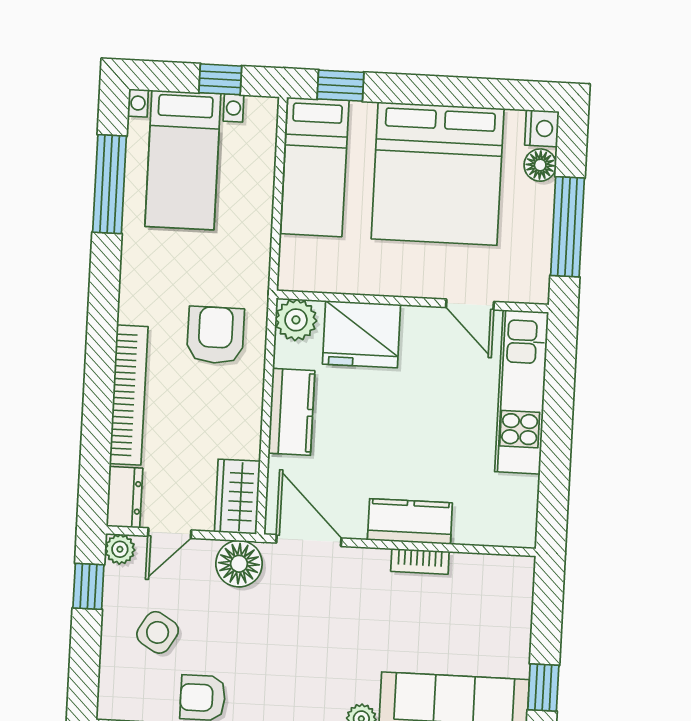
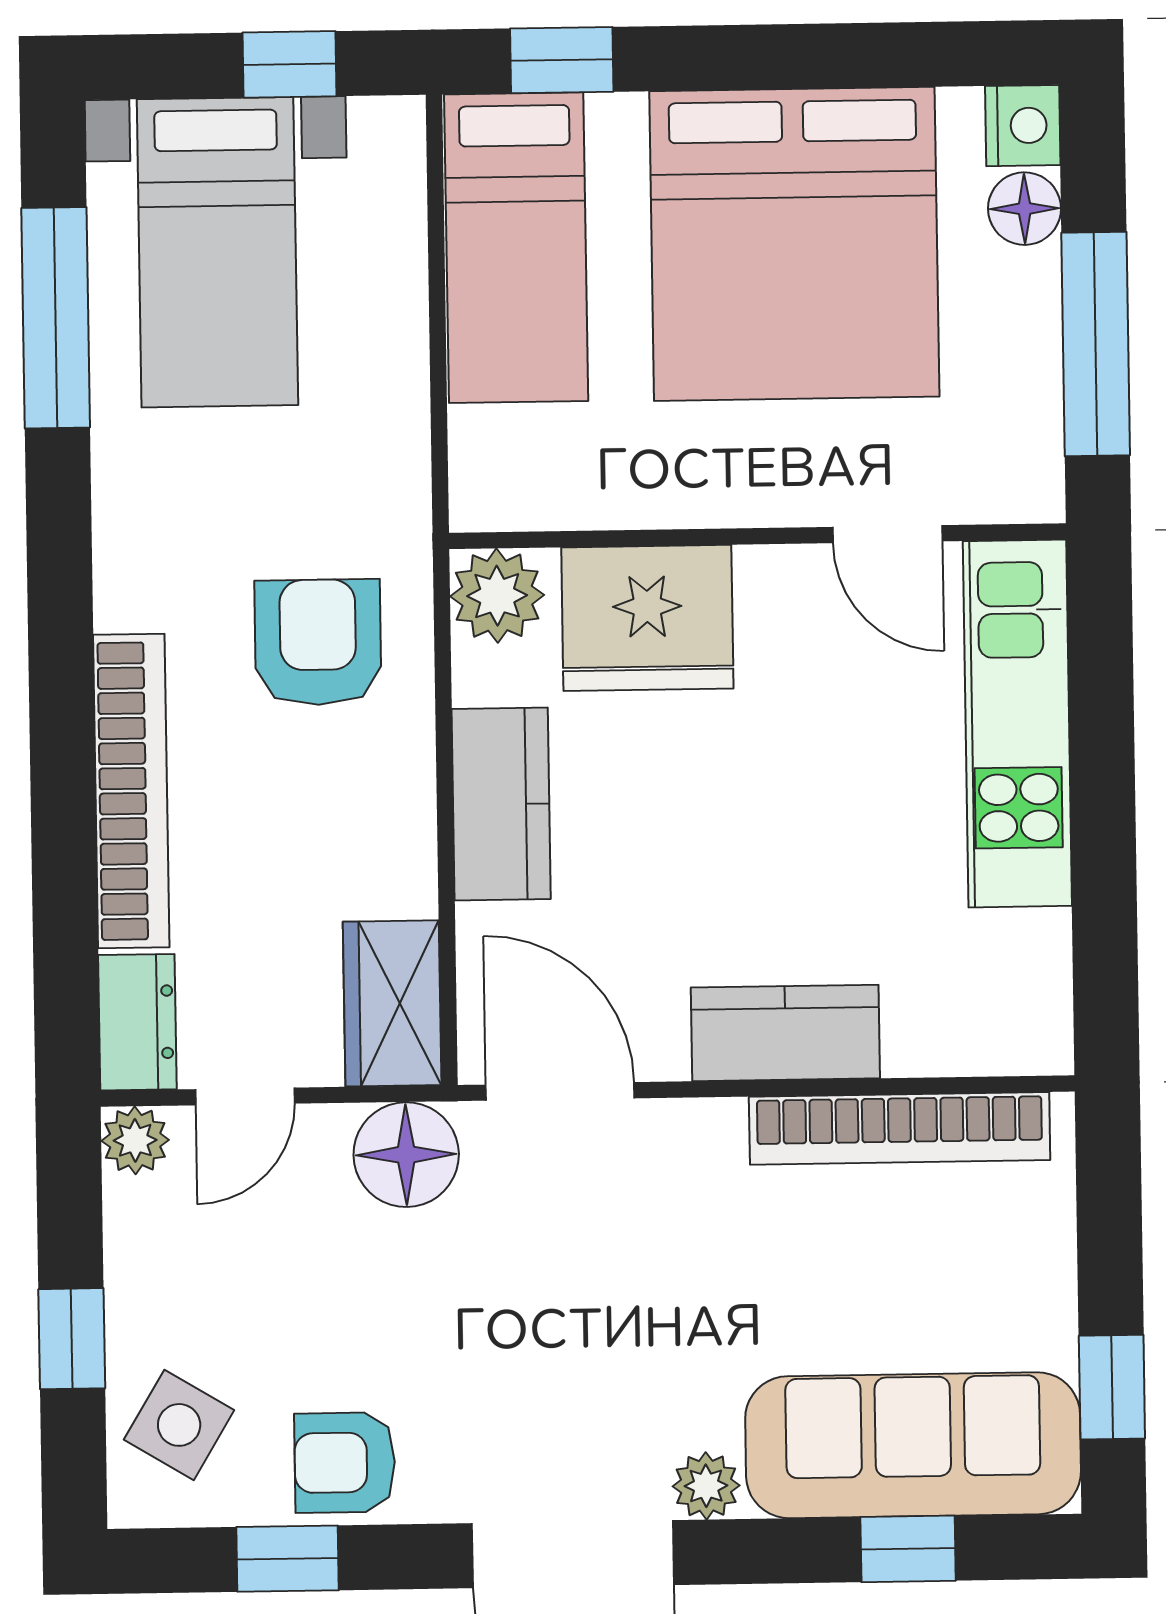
bookcase: (420, 561) -> (900, 1128), width x2.31, depth x1.31
window: (88, 586) -> (72, 1339), moved
side table: (158, 632) -> (179, 1425), moved

